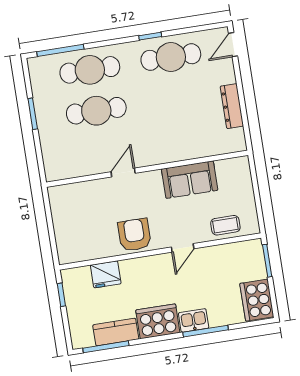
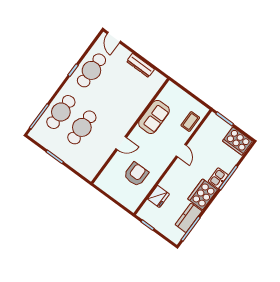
door: (123, 172) -> (121, 143), swing flipped
armchair: (134, 235) -> (136, 174), moved, turned 90

